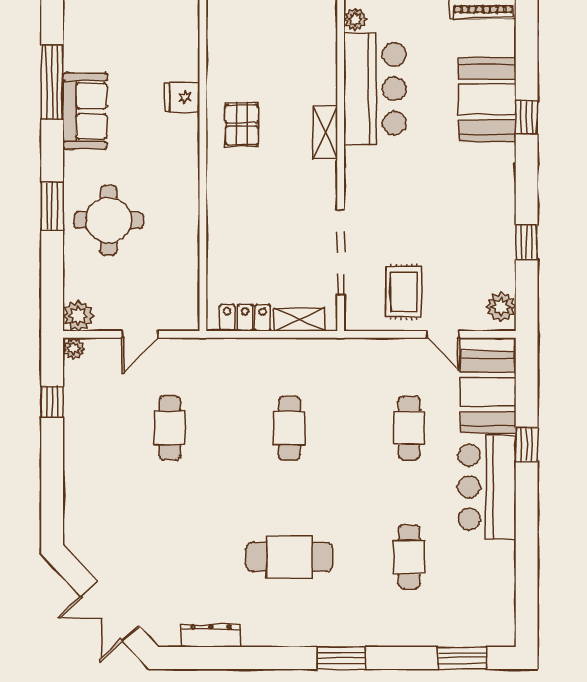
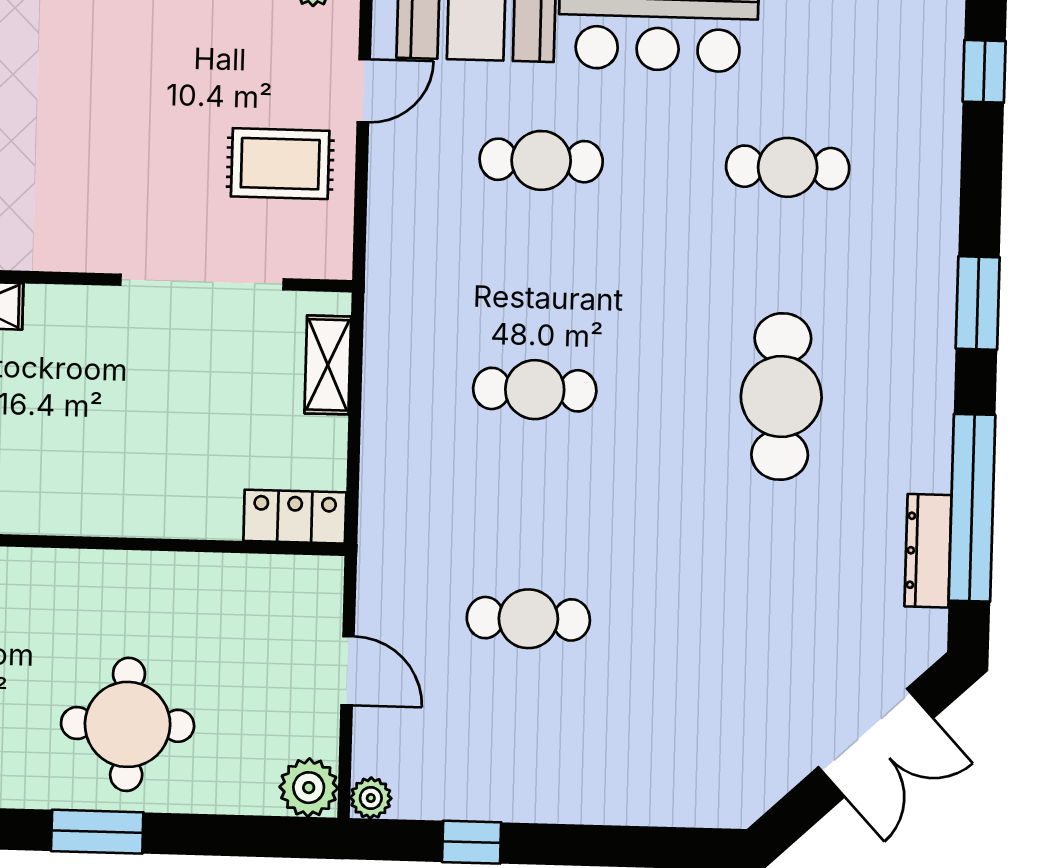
locker: (245, 318) -> (295, 517), moved, turned 90
window: (234, 658) -> (972, 508), added
window: (462, 658) -> (984, 71), width x0.67

